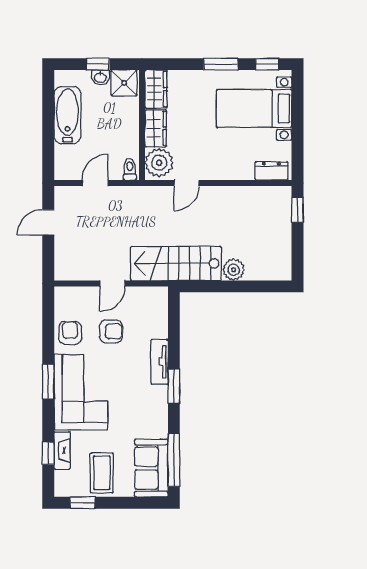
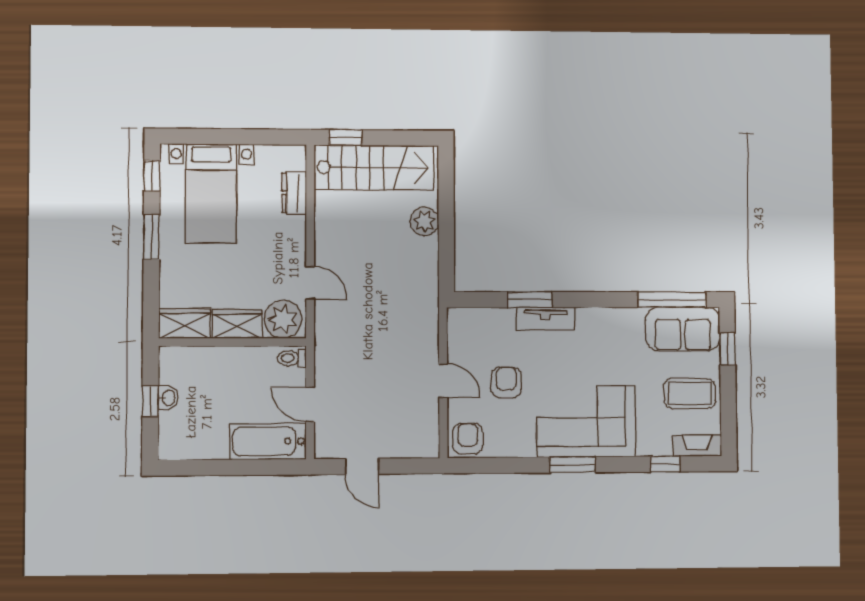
shower: (124, 83) -> (176, 366), removed
bathtub: (67, 115) -> (268, 441), moved
dresser: (272, 171) -> (294, 193), moved
stairs: (176, 263) -> (374, 168), moved, turned -90
armchair: (70, 333) -> (468, 439), moved, turned 90
window: (174, 386) -> (530, 300), moved
fireplace: (62, 451) -> (697, 446), moved
window: (83, 503) -> (728, 349), moved

